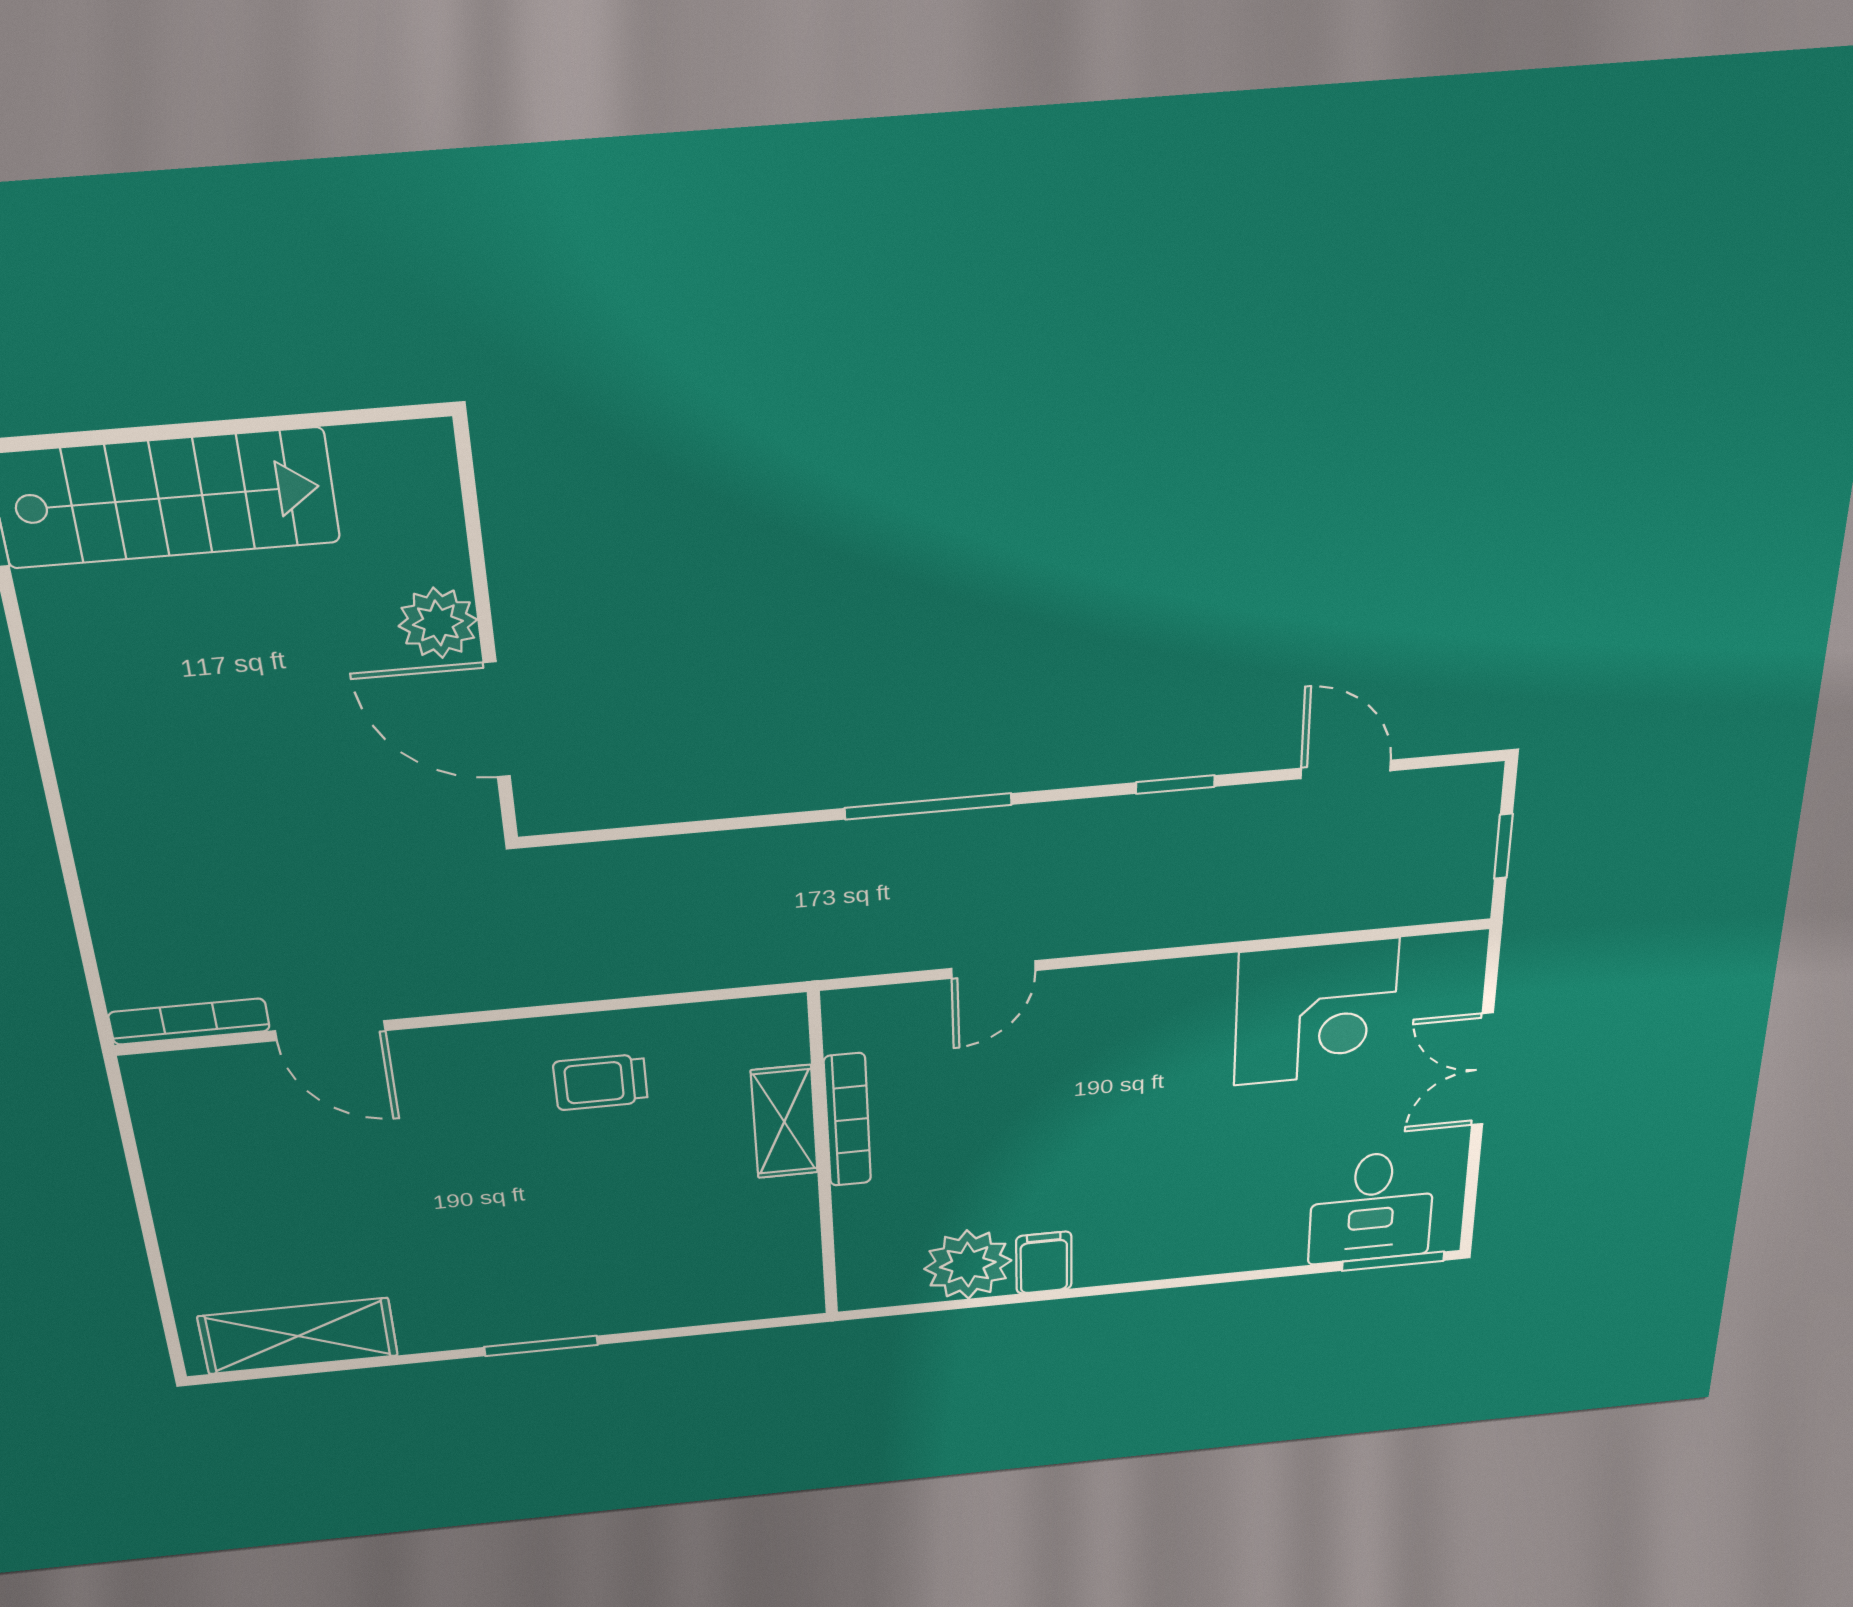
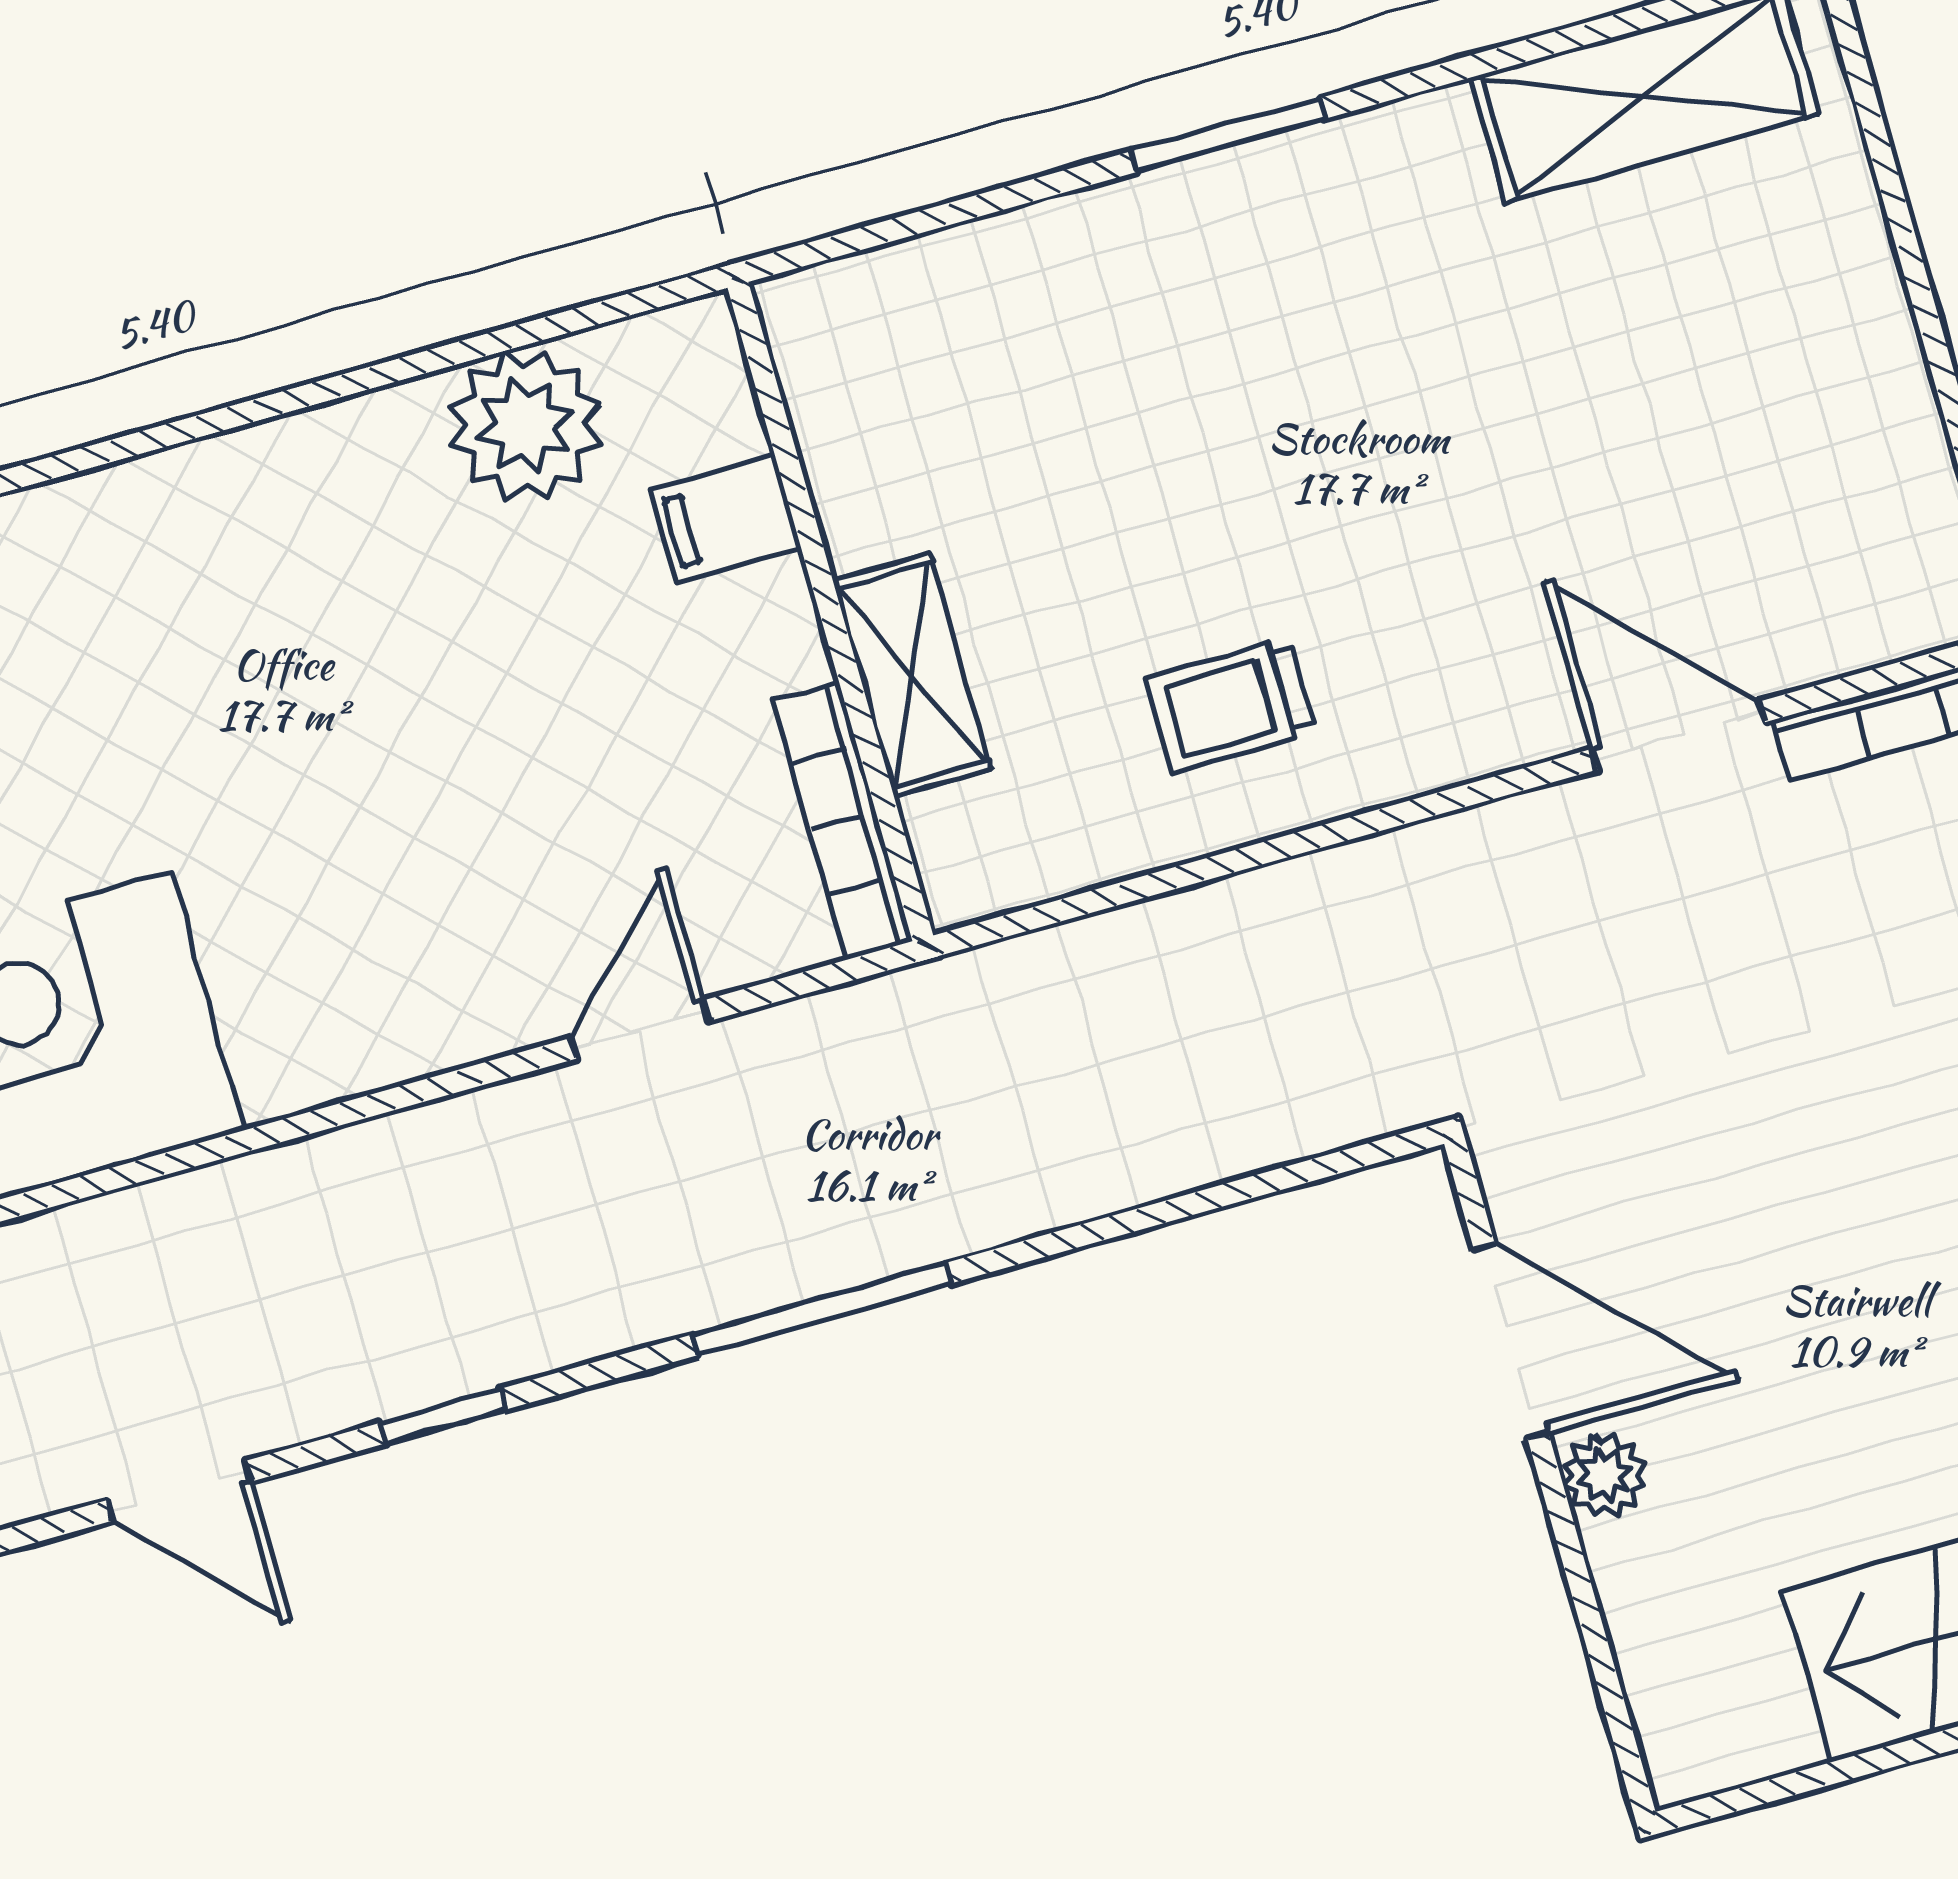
plant: (438, 623) -> (1604, 1475), width x0.73, depth x0.73
trolley: (600, 1082) -> (1231, 706), turned 180
bookcase: (848, 1120) -> (843, 821), moved
filing cabinet: (1044, 1263) -> (726, 519), moved, turned 90

